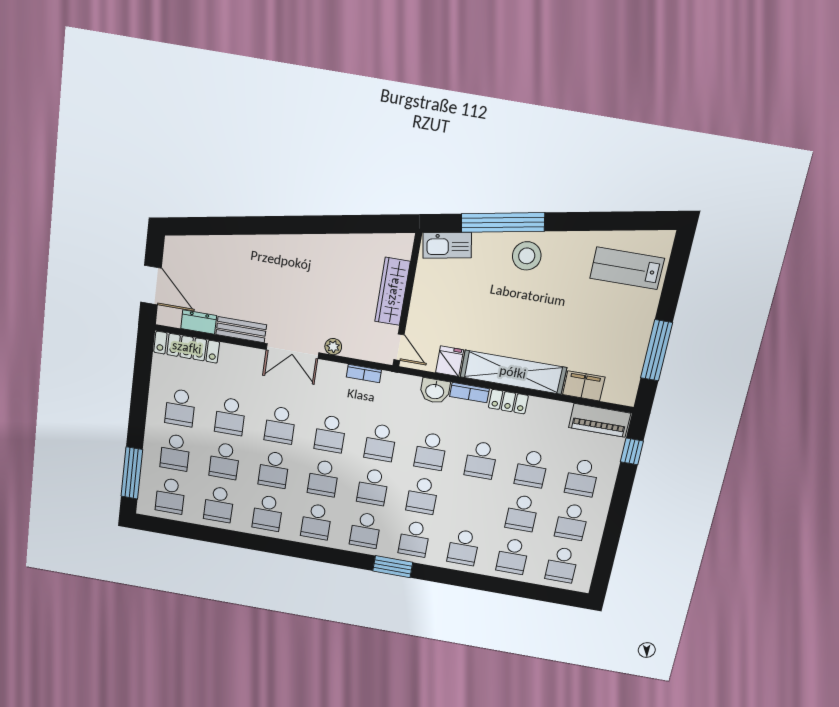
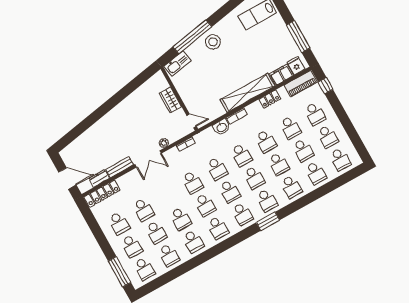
wardrobe: (392, 291) -> (170, 100), width x0.67
fridge: (450, 361) -> (296, 66), moved
locker: (508, 402) -> (270, 99), moved
school desk: (280, 425) -> (279, 164), moved

